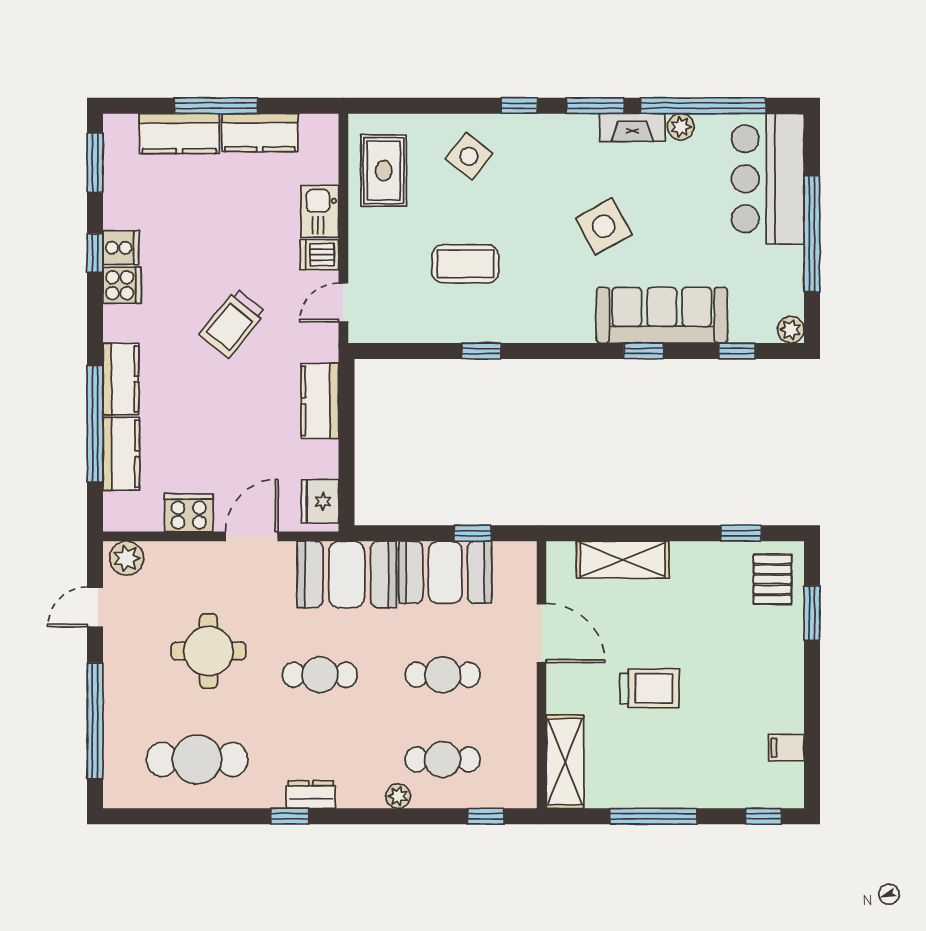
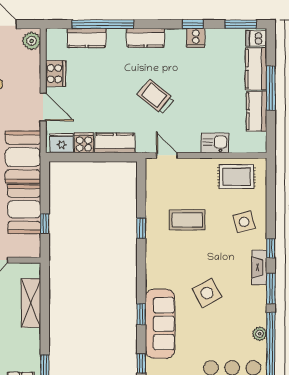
fireplace: (632, 128) -> (259, 267), moved
side table: (469, 156) -> (244, 222), turned 38
dishwasher: (319, 255) -> (256, 38), moved, turned -90
coffee table: (465, 264) -> (187, 220), turned 90
cooker: (122, 285) -> (84, 143), moved, turned 180
kitchen counter: (121, 379) -> (146, 38), moved

